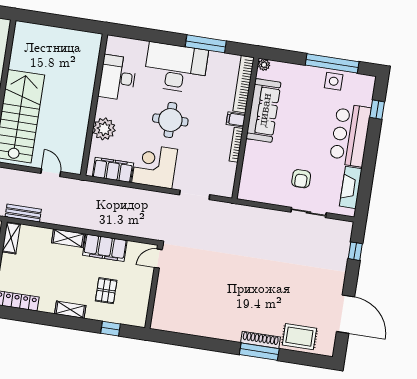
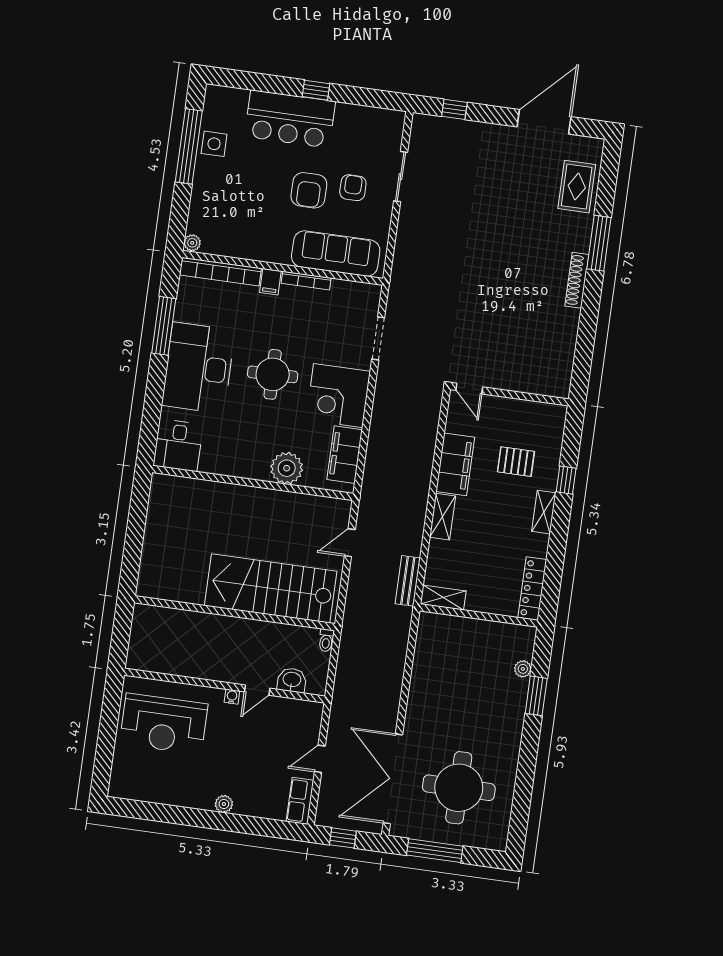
desk: (118, 78) -> (178, 445), moved, width x0.73
sofa: (264, 110) -> (336, 253), moved
window: (377, 110) -> (316, 90), moved
armchair: (300, 148) -> (309, 190), added
armchair: (301, 179) -> (353, 188), turned -90
fireplace: (351, 187) -> (364, 117), removed
window: (111, 329) -> (566, 480), moved
shoe rack: (260, 340) -> (577, 280), moved

